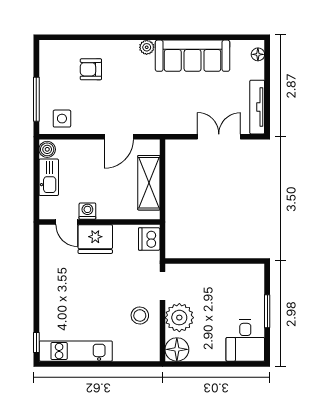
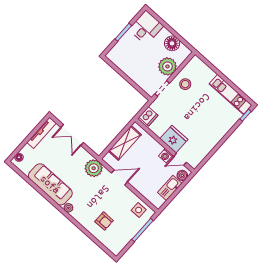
plant: (159, 120) -> (94, 168), added
boiler: (47, 149) -> (182, 175), moved
door: (67, 222) -> (180, 159), swing flipped
floor lamp: (177, 349) -> (172, 43), moved

